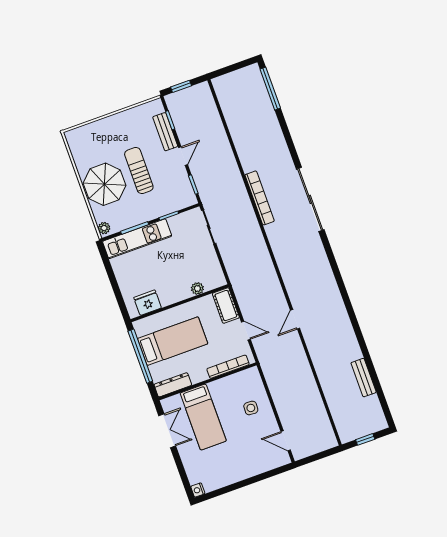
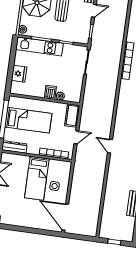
dishwasher: (182, 290) -> (50, 92), added
fridge: (148, 303) -> (19, 74), moved, turned 90
door: (295, 319) -> (110, 146), hinge flipped
door: (246, 331) -> (76, 137), hinge flipped
bed: (203, 417) -> (37, 178), moved
door: (286, 441) -> (65, 217), width x1.87

